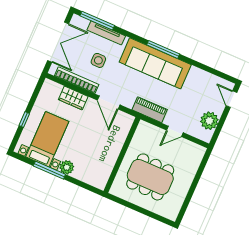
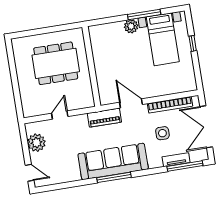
tv unit: (106, 33) -> (176, 160), width x0.71
wardrobe: (73, 98) -> (163, 88), removed
piano: (150, 110) -> (104, 118), moved

